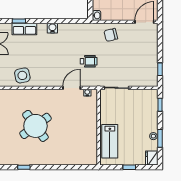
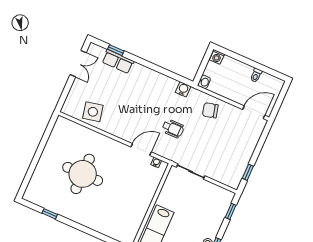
water cooler: (52, 28) -> (183, 89), moved
round table: (35, 126) -> (83, 174), turned 36

